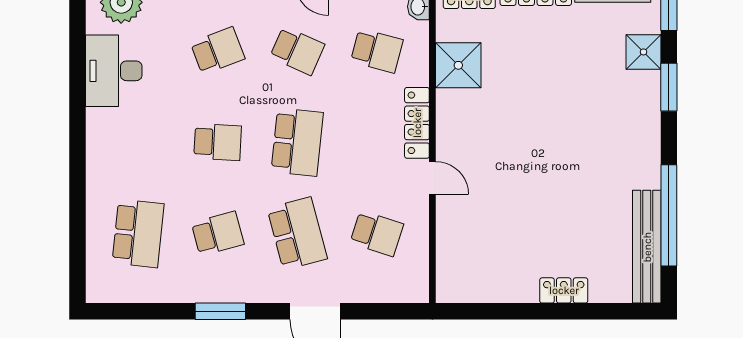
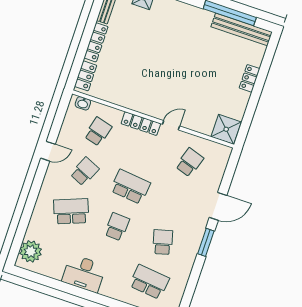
school desk: (218, 51) -> (71, 211), width x1.85
shower: (458, 65) -> (226, 129), moved
desk: (114, 71) -> (84, 273), moved
school desk: (297, 233) -> (176, 202), removed
window: (220, 311) -> (206, 242), moved

